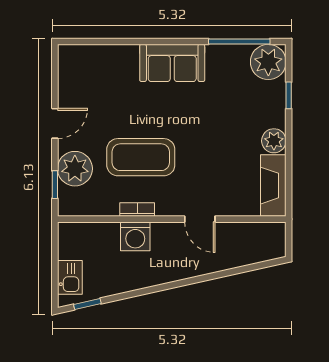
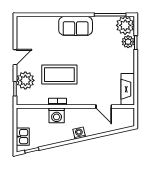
plant: (274, 141) -> (128, 42), moved
door: (200, 219) -> (104, 107), moved
washing machine: (179, 271) -> (79, 133), added

